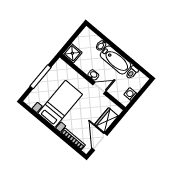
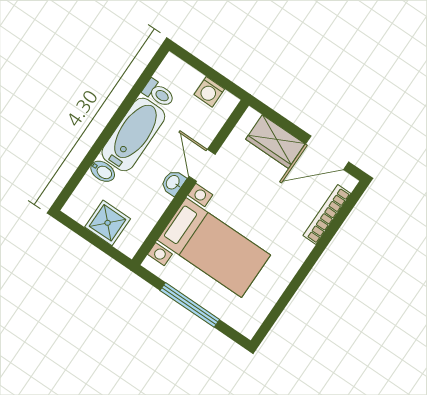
shower: (72, 53) -> (108, 223), moved
bed with nightstands: (60, 104) -> (214, 248), moved, turned 180

